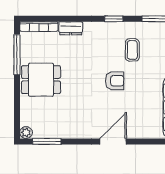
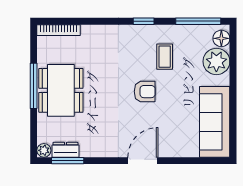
dresser: (71, 28) -> (65, 150), moved, turned 180
window: (17, 55) -> (34, 86), moved
dining table: (41, 80) -> (61, 90), width x1.38

